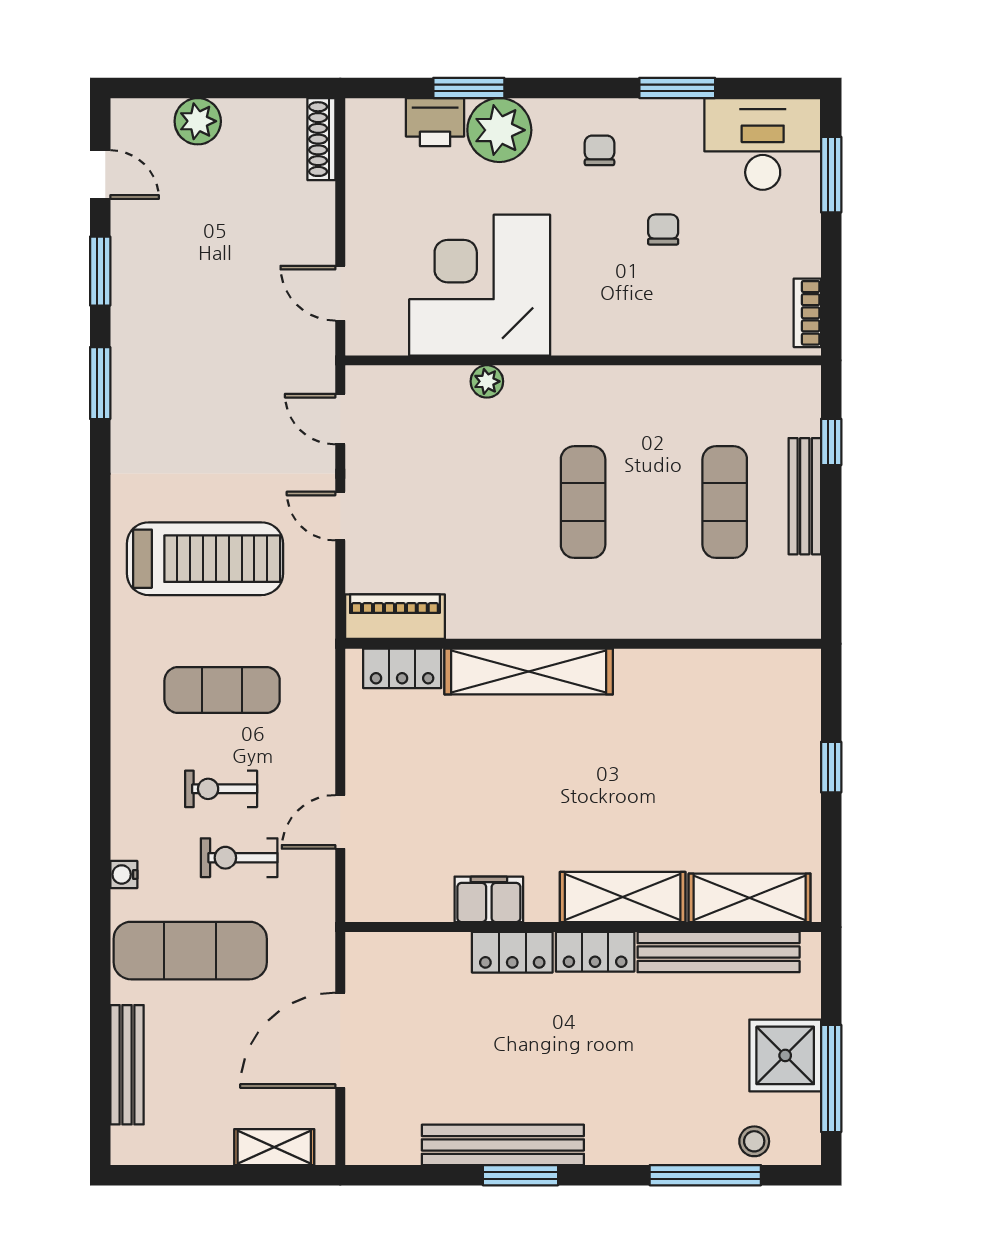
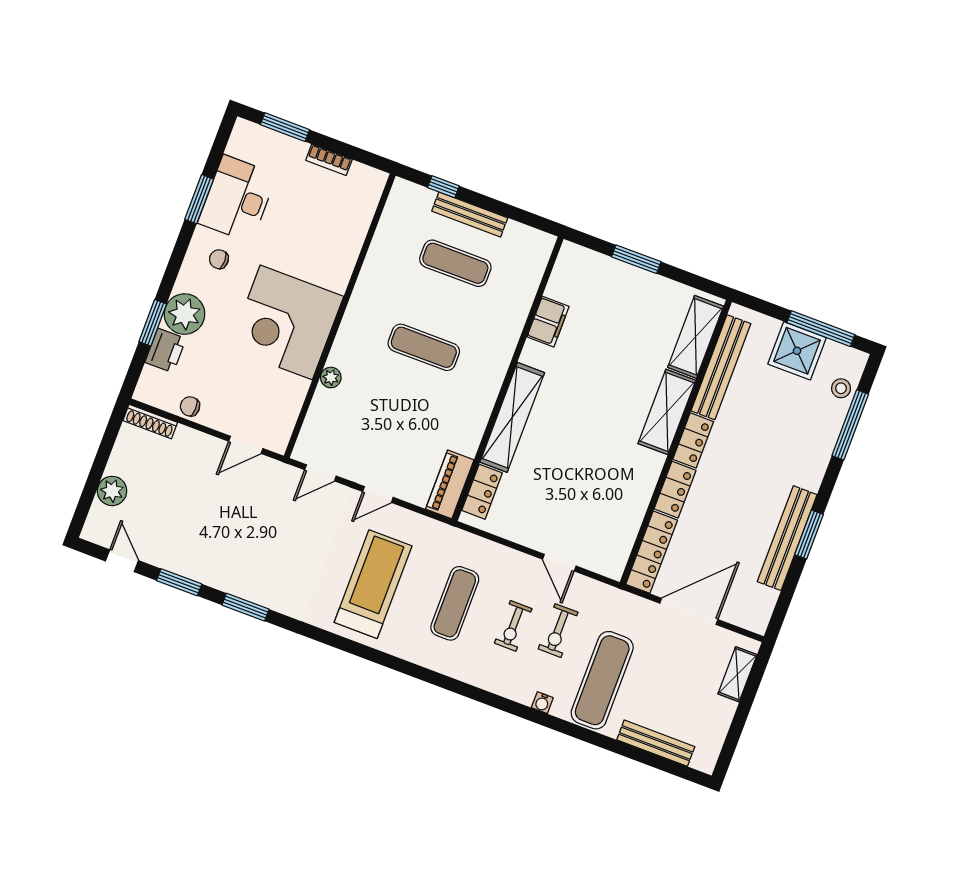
desk: (763, 144) -> (237, 199), moved
door: (100, 175) -> (122, 561), hinge flipped
chair: (663, 230) -> (190, 406), moved
corner desk: (480, 285) -> (286, 322), moved
bookcase: (807, 313) -> (329, 160), moved
window: (831, 767) -> (636, 259), width x1.50
filing cabinet: (489, 899) -> (548, 322), moved, turned 180
locker: (407, 952) -> (652, 552), added
door: (340, 1040) -> (689, 611), swing flipped

